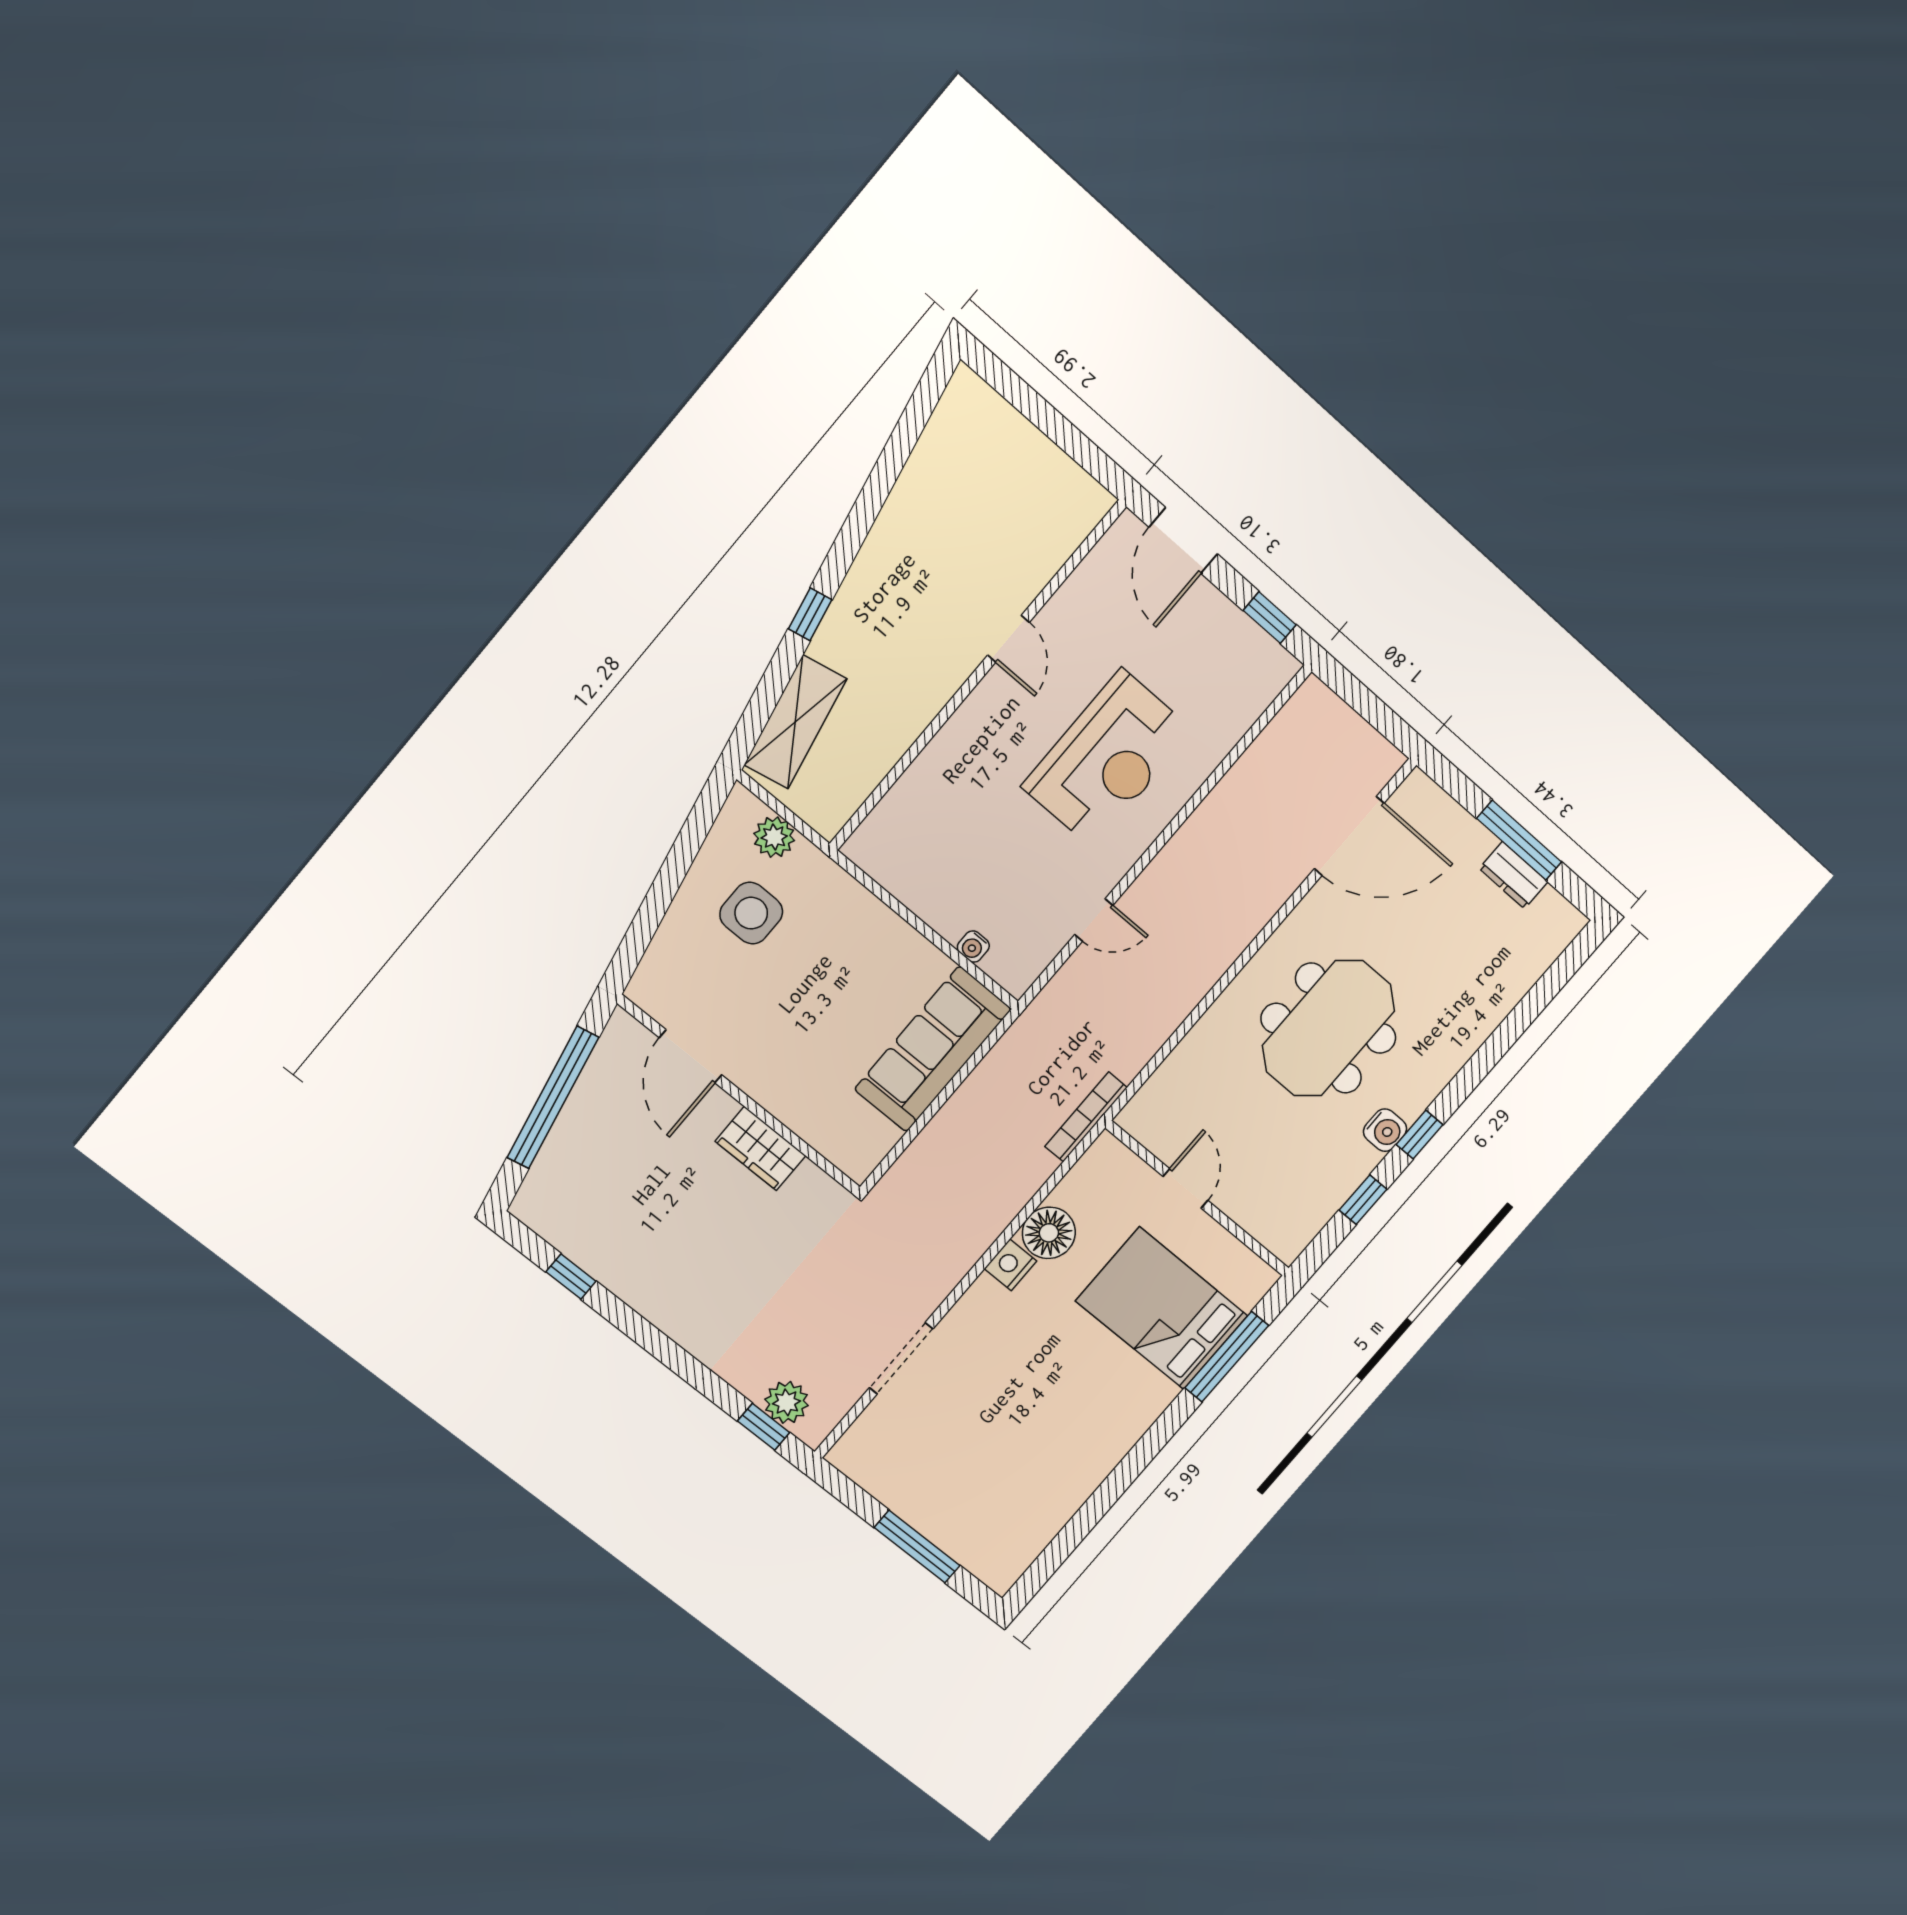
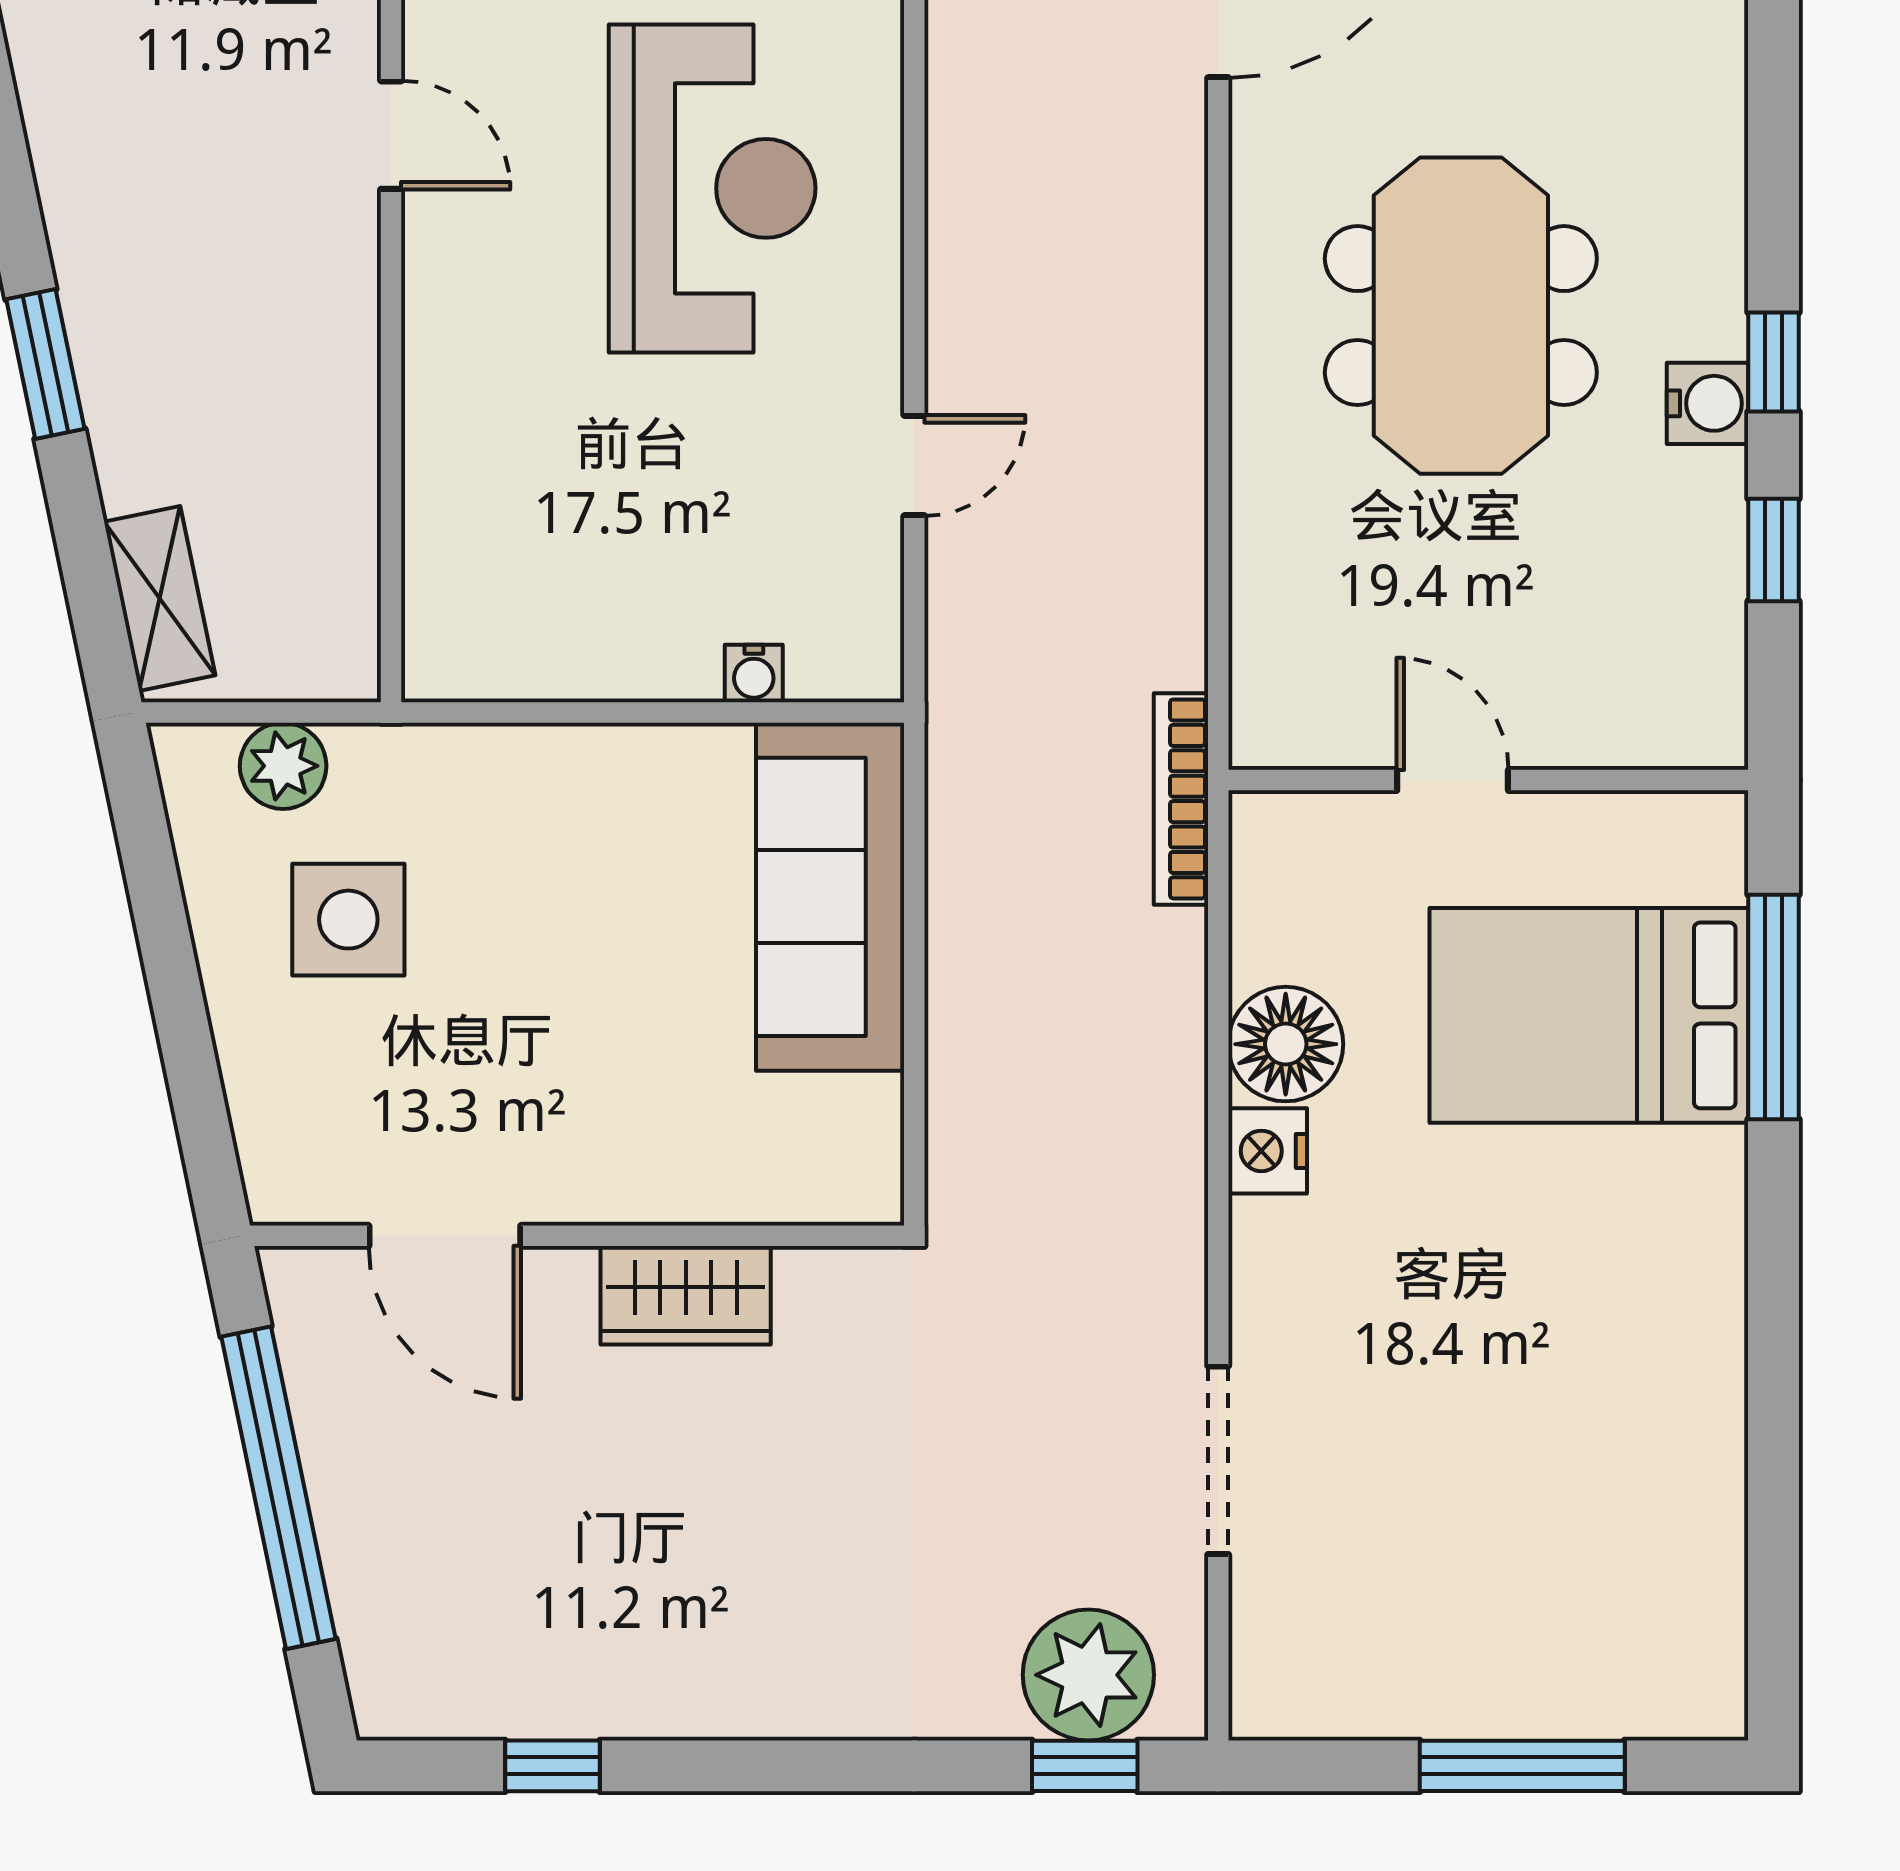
window: (810, 614) -> (45, 364), width x1.50
shelving: (795, 722) -> (160, 599), width x0.67, depth x0.75
plant: (787, 1402) -> (1088, 1675), width x1.36, depth x1.36

